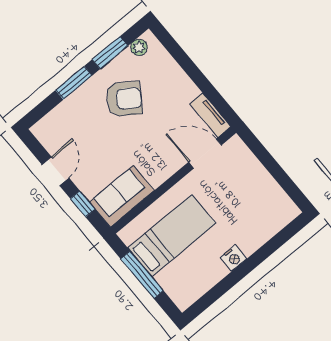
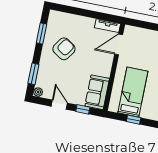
plant: (139, 47) -> (38, 92), moved
window: (74, 83) -> (33, 74), moved
window: (142, 275) -> (134, 120), width x0.46

